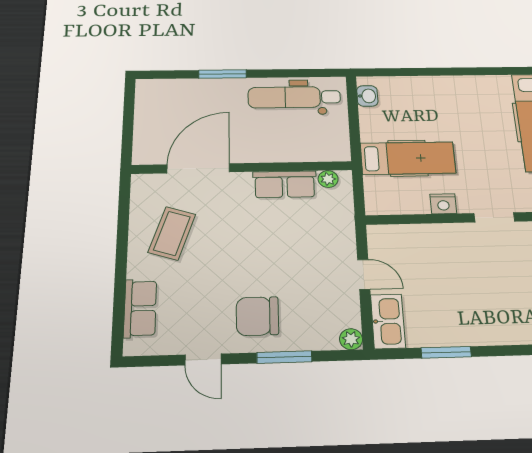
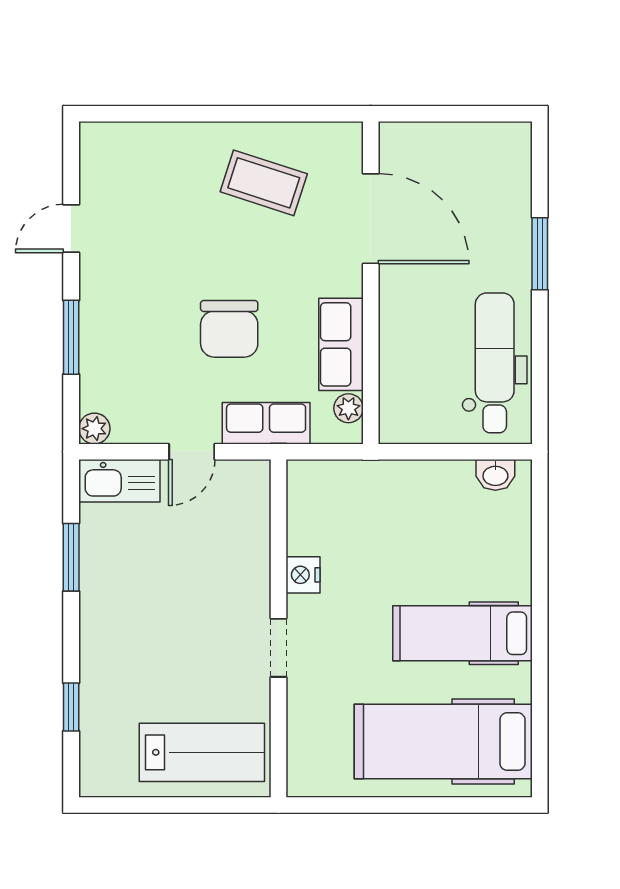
hospital bed: (408, 158) -> (462, 633), moved, turned 90
row of seats: (140, 308) -> (266, 423), moved, turned 180
chair: (257, 316) -> (229, 329), moved, turned 180

